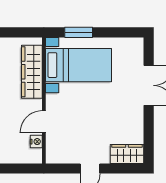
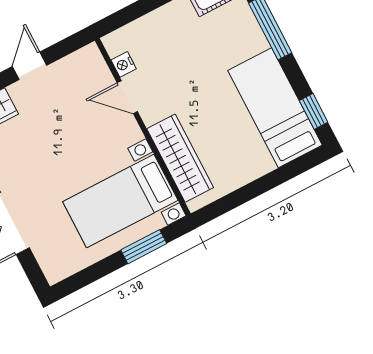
door: (44, 122) -> (127, 97), swing flipped

